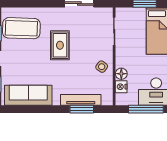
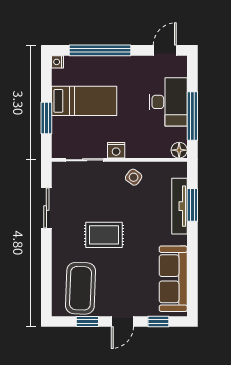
floor lamp: (121, 74) -> (179, 150), moved
nightstand: (121, 87) -> (116, 150), moved

